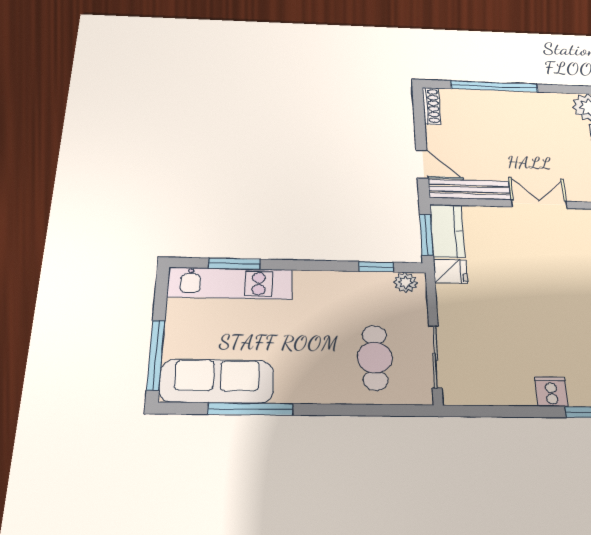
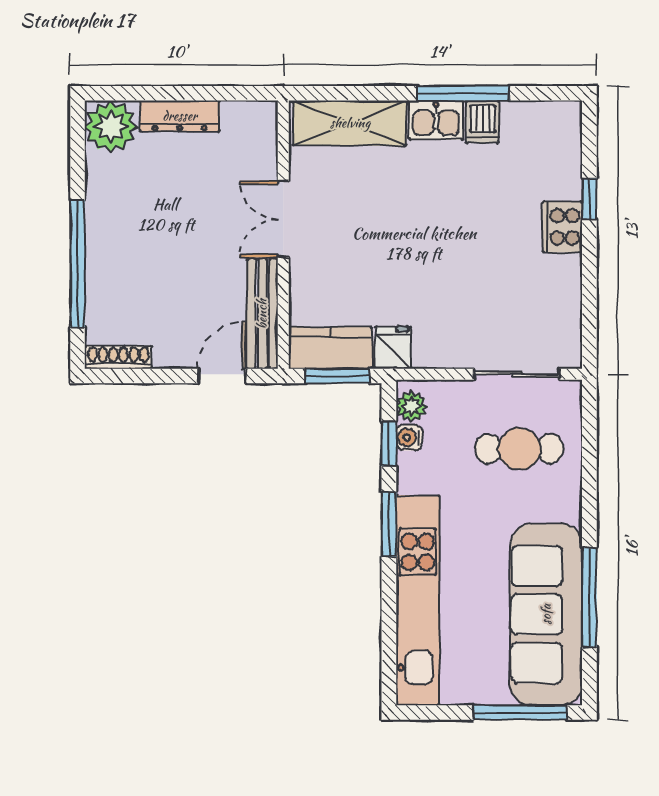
window: (234, 264) -> (389, 525), moved
water cooler: (381, 280) -> (409, 437), added
kitchen unit: (230, 283) -> (418, 600), width x1.36
sofa: (217, 381) -> (546, 614), width x1.36, depth x1.27
cooker: (551, 392) -> (562, 227), width x1.36

